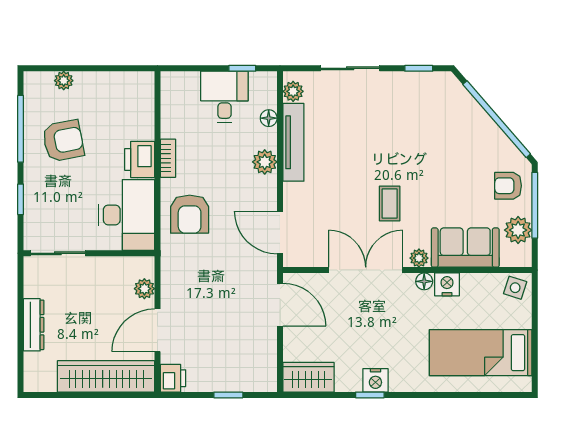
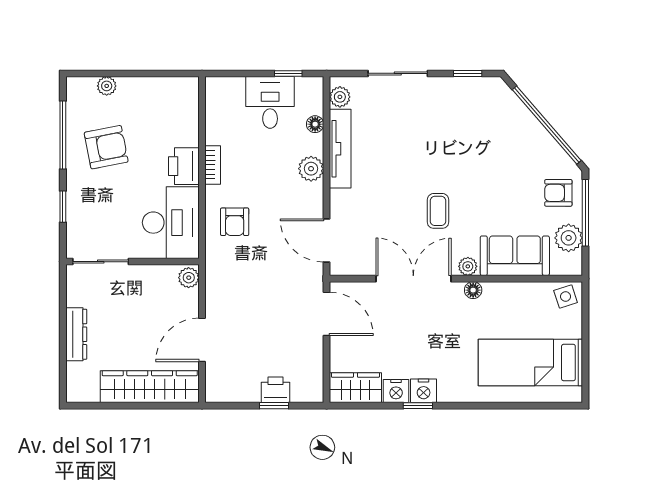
armchair: (190, 214) -> (235, 222), width x0.72, depth x0.72
nightstand: (447, 284) -> (396, 391), moved, turned 180
side table: (515, 288) -> (566, 297), turned -36
plant: (144, 289) -> (189, 278), moved
printer: (173, 378) -> (275, 390), moved, turned -90

